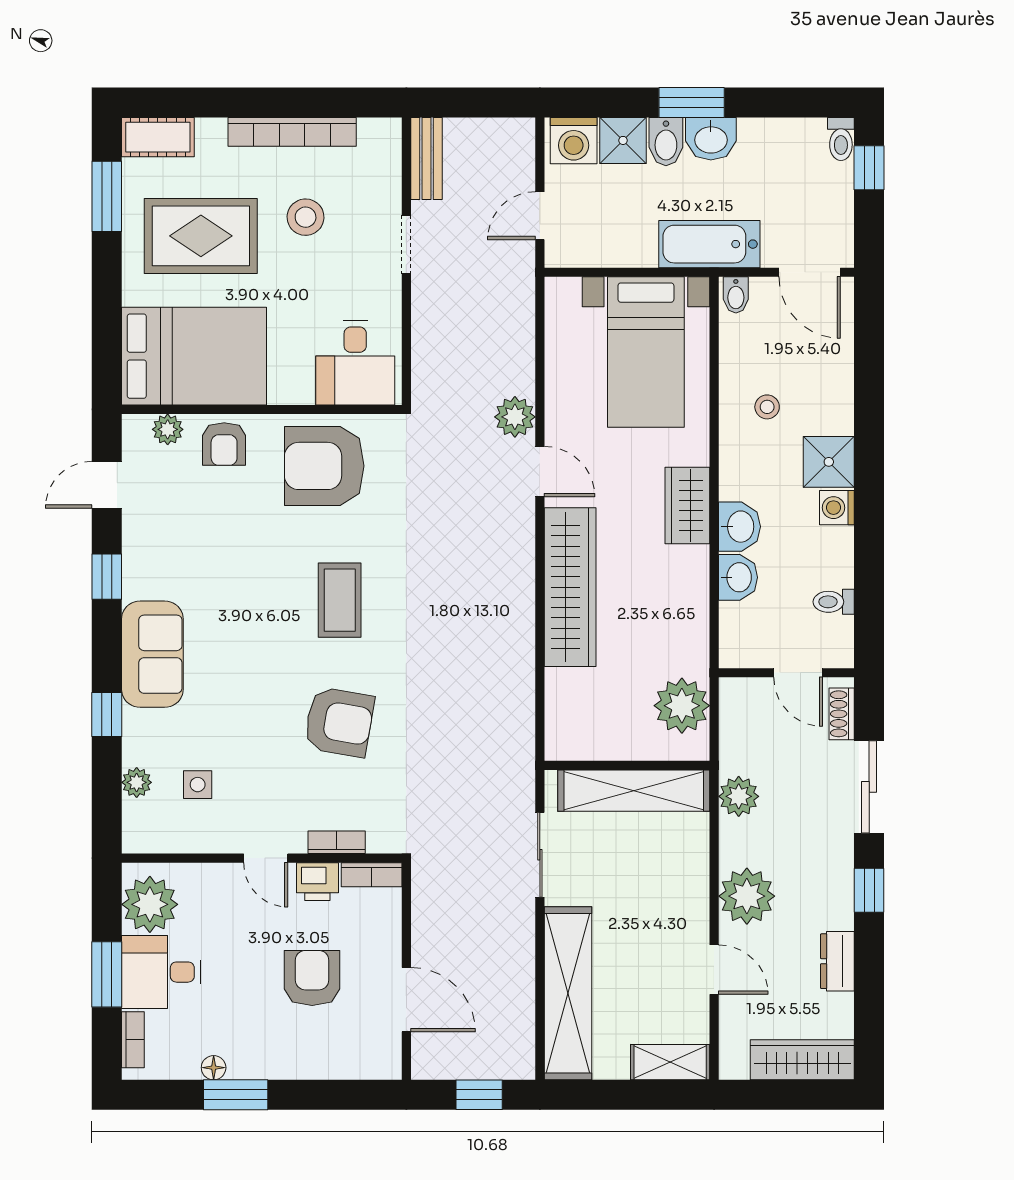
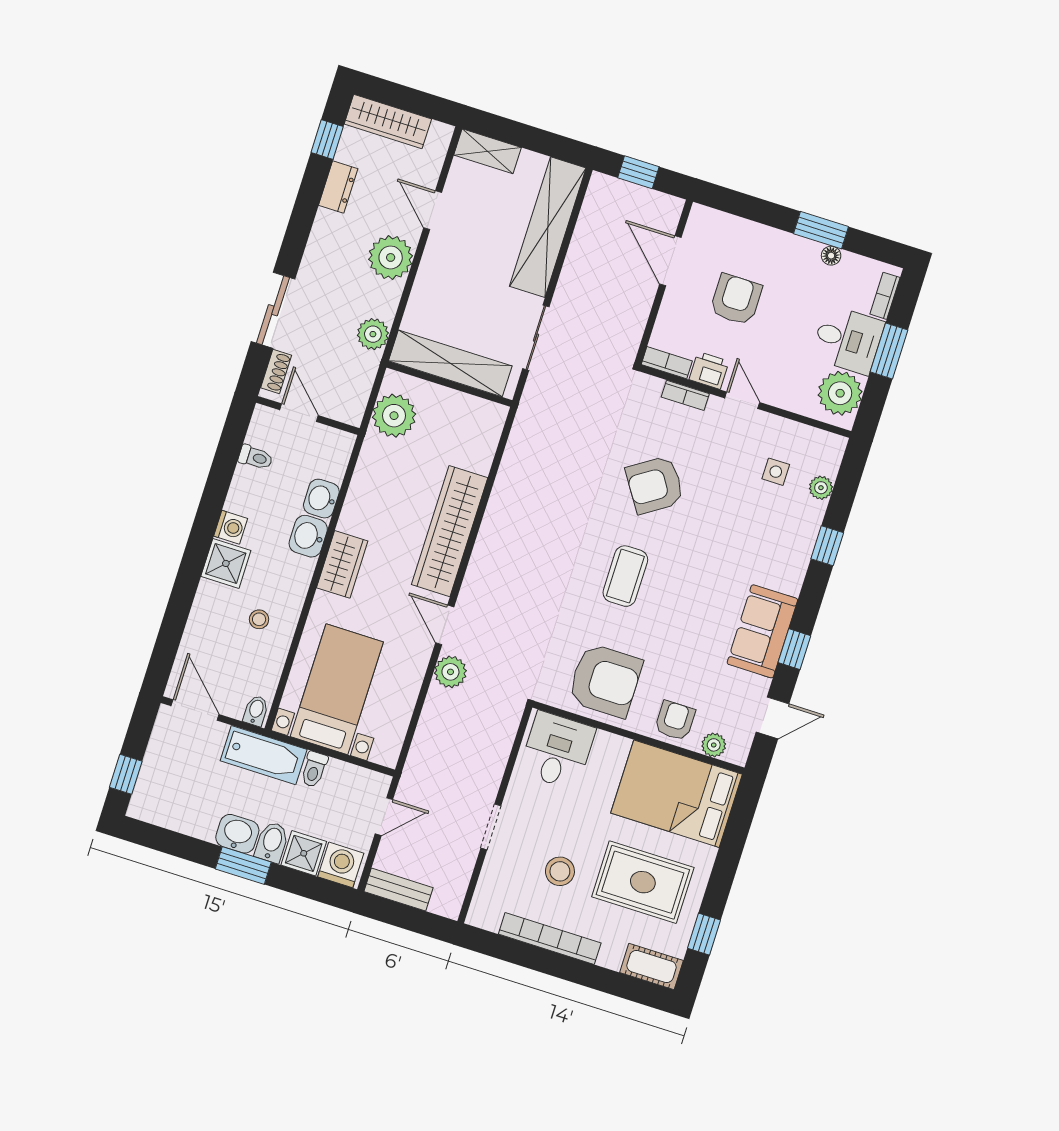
toilet: (841, 139) -> (314, 769), moved, turned 180
bench: (426, 158) -> (398, 890), moved, turned 90
window: (107, 196) -> (704, 934), width x0.67
sofa: (152, 654) -> (762, 631), moved
armchair: (339, 722) -> (655, 485), turned -43
window: (869, 890) -> (327, 139), moved
armchair: (312, 978) -> (736, 299), turned 180

